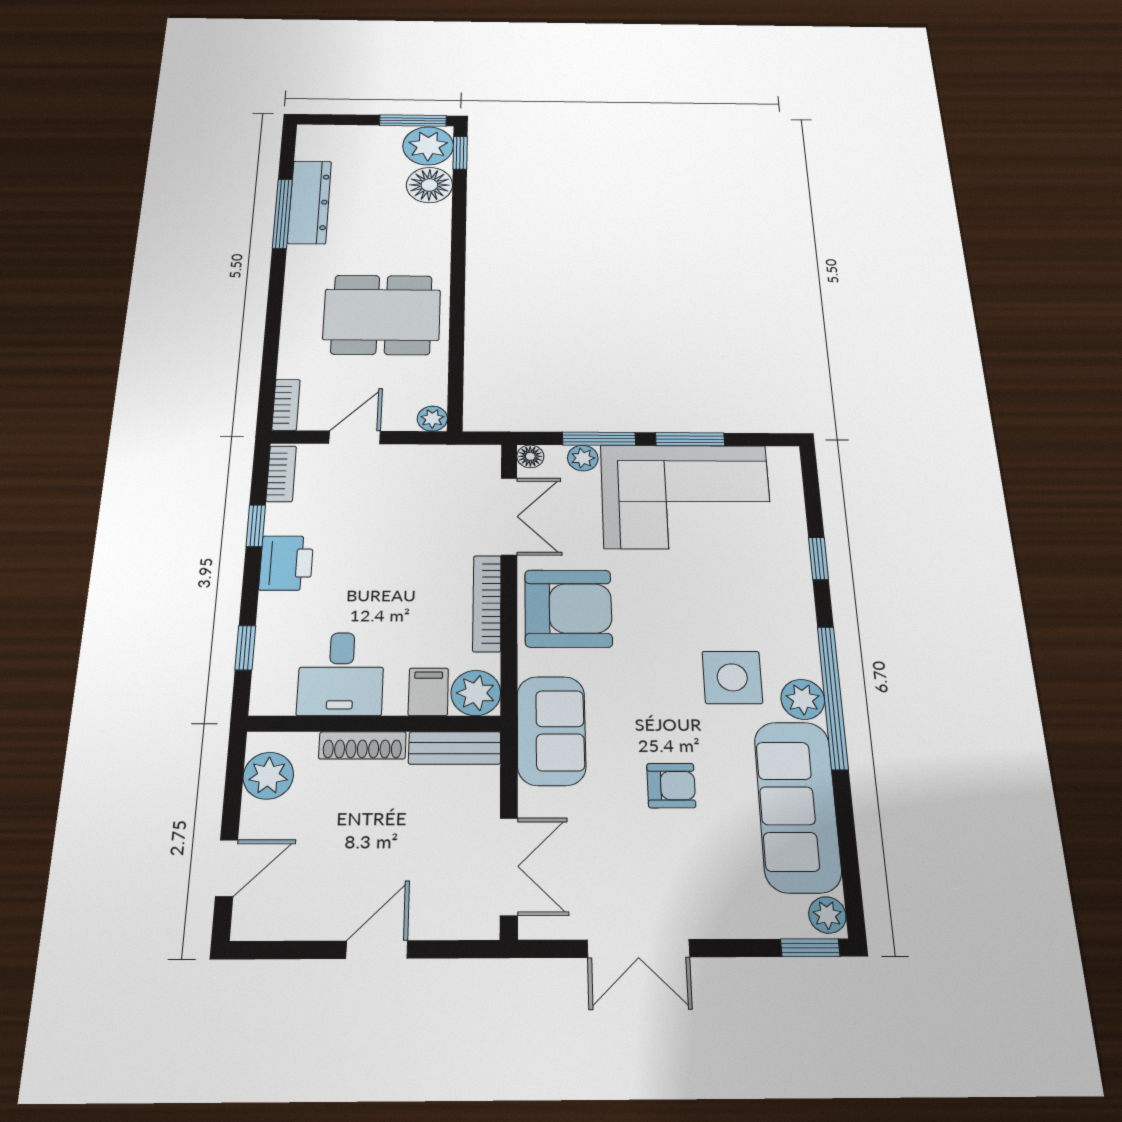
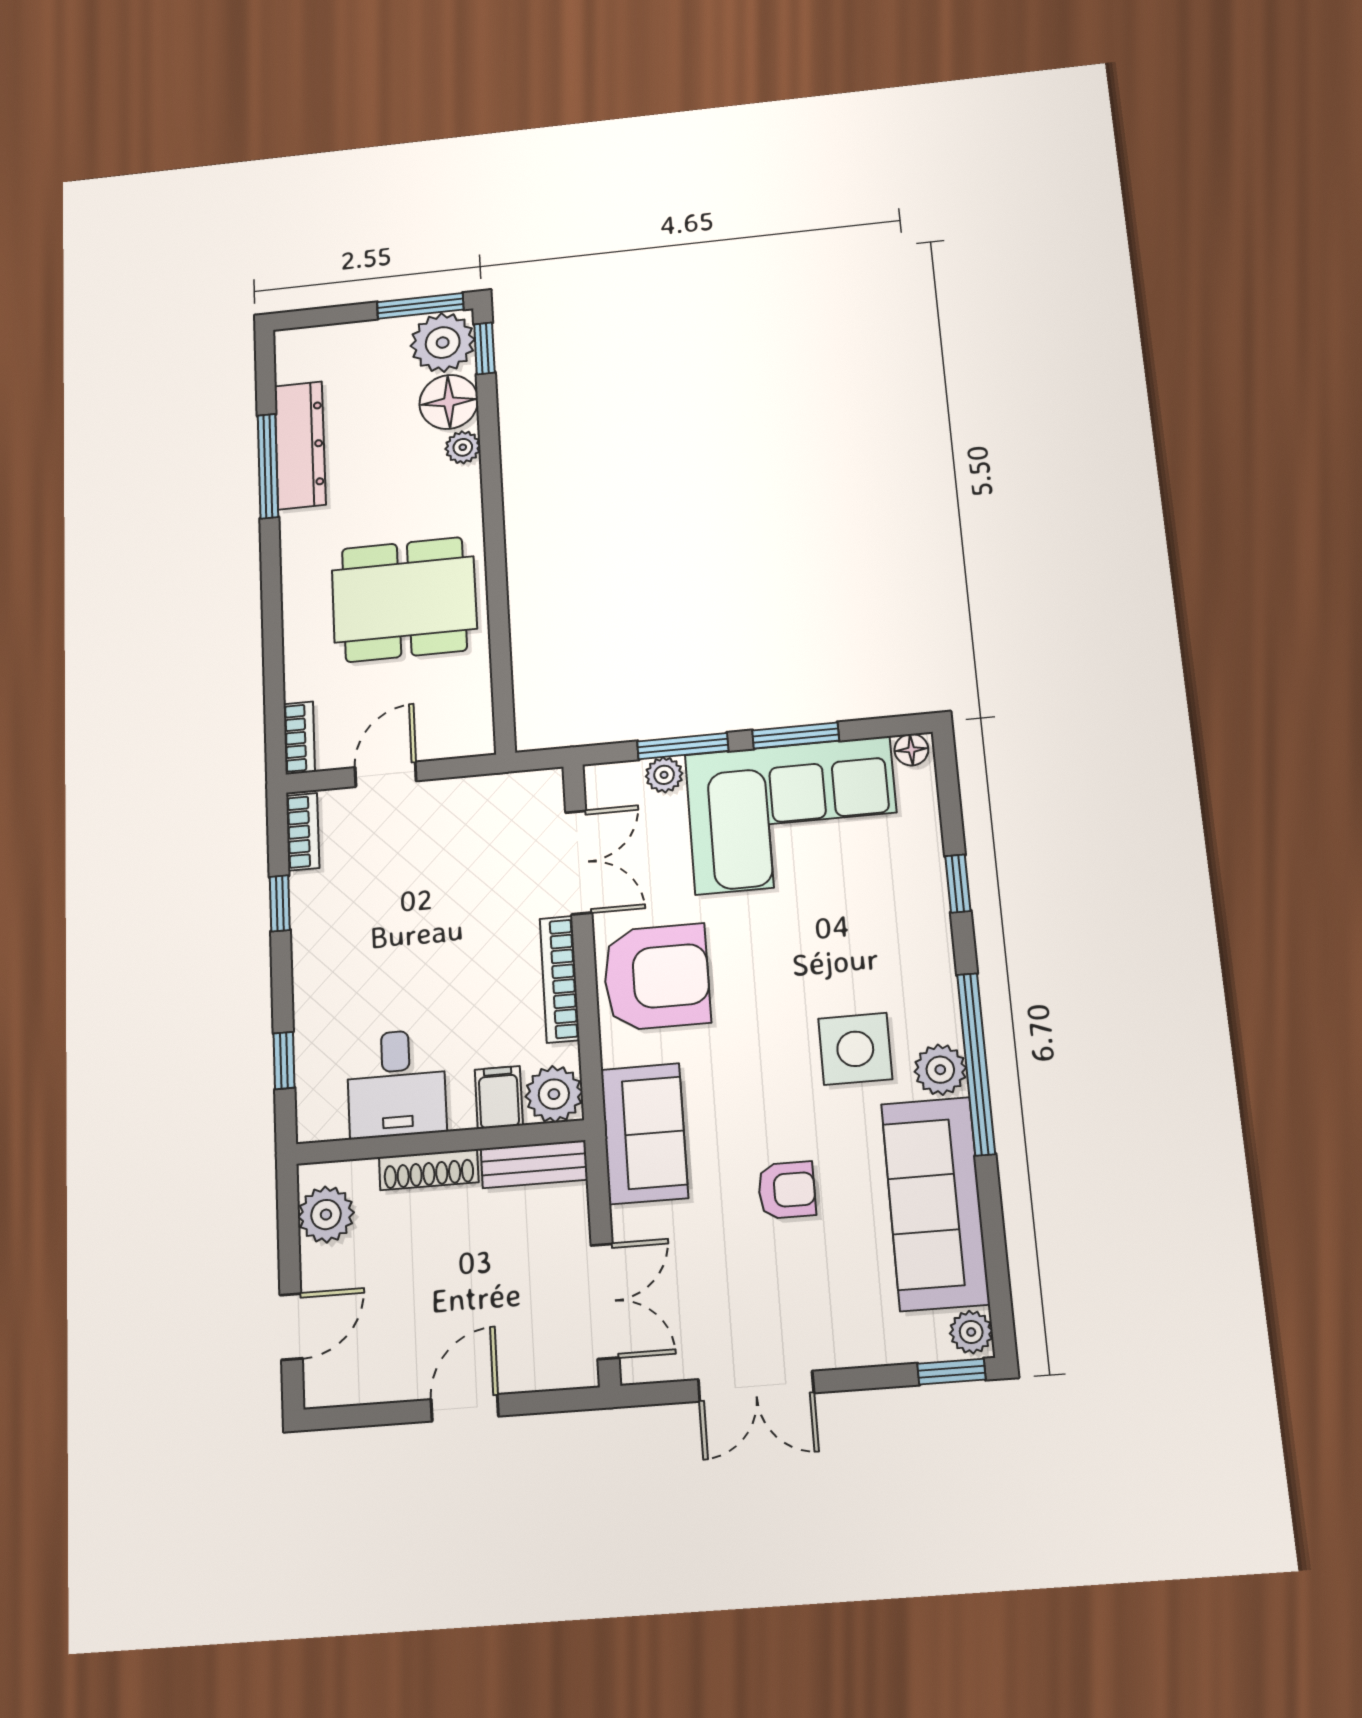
plant: (432, 419) -> (463, 447), moved
floor lamp: (530, 456) -> (911, 750), moved
printer: (286, 563) -> (320, 948), removed

